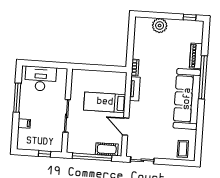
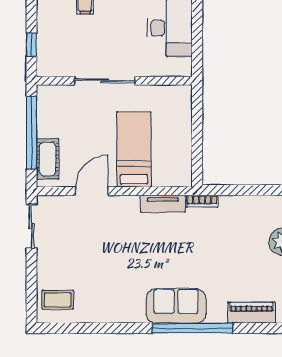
piano: (196, 56) -> (251, 313), moved
sofa: (187, 99) -> (176, 306), width x0.54, depth x0.79

